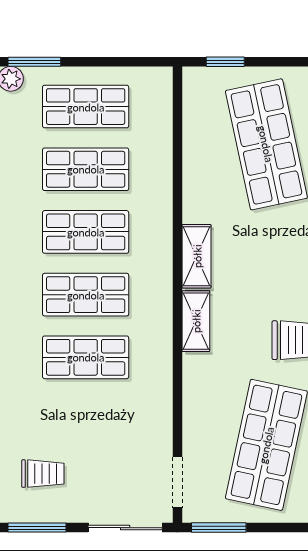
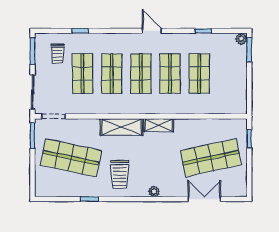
shop shelf: (86, 107) -> (83, 74), moved
shelving: (196, 321) -> (121, 127), width x1.50, depth x1.33

